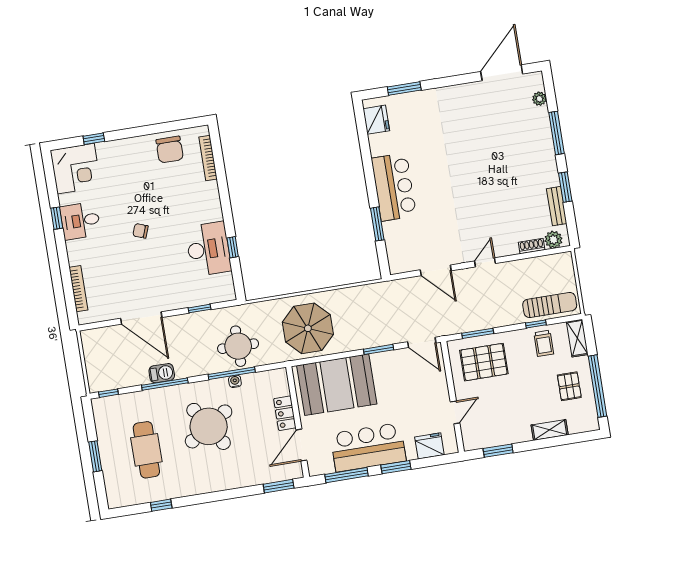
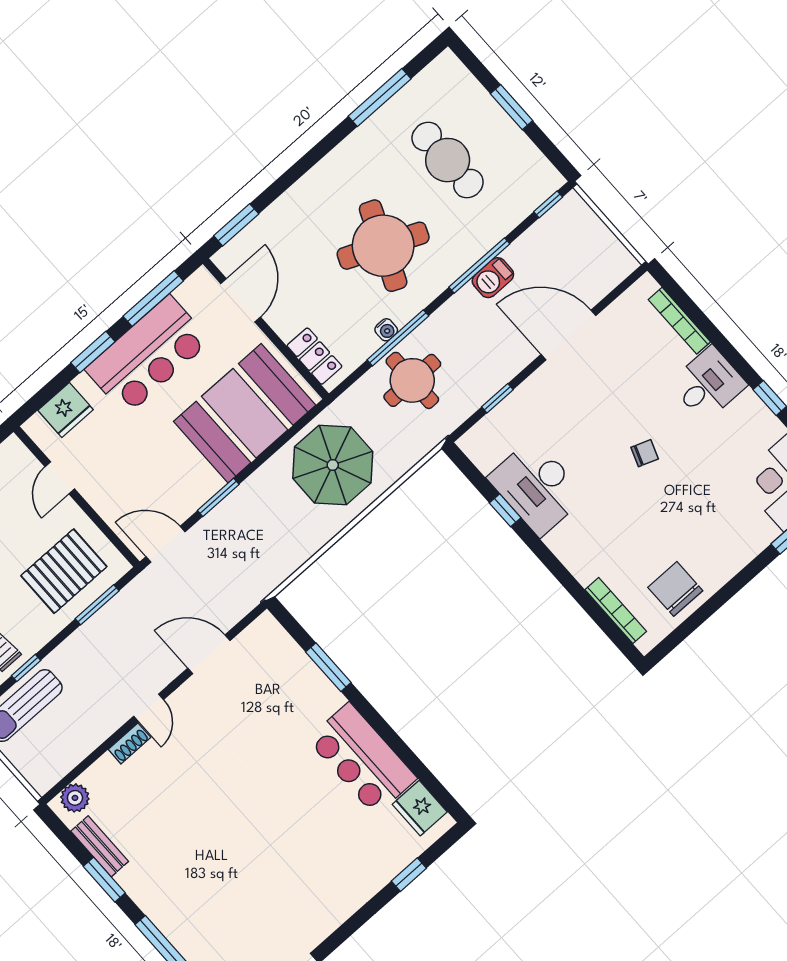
window: (404, 88) -> (409, 875), width x0.67
bar counter: (394, 187) -> (362, 759), moved
desk: (80, 221) -> (708, 384), moved
shoe rack: (532, 246) -> (129, 743), moved
locker: (285, 413) -> (314, 356), moved
round table: (209, 426) -> (383, 246), turned -34
window: (161, 505) -> (380, 97), width x2.17

